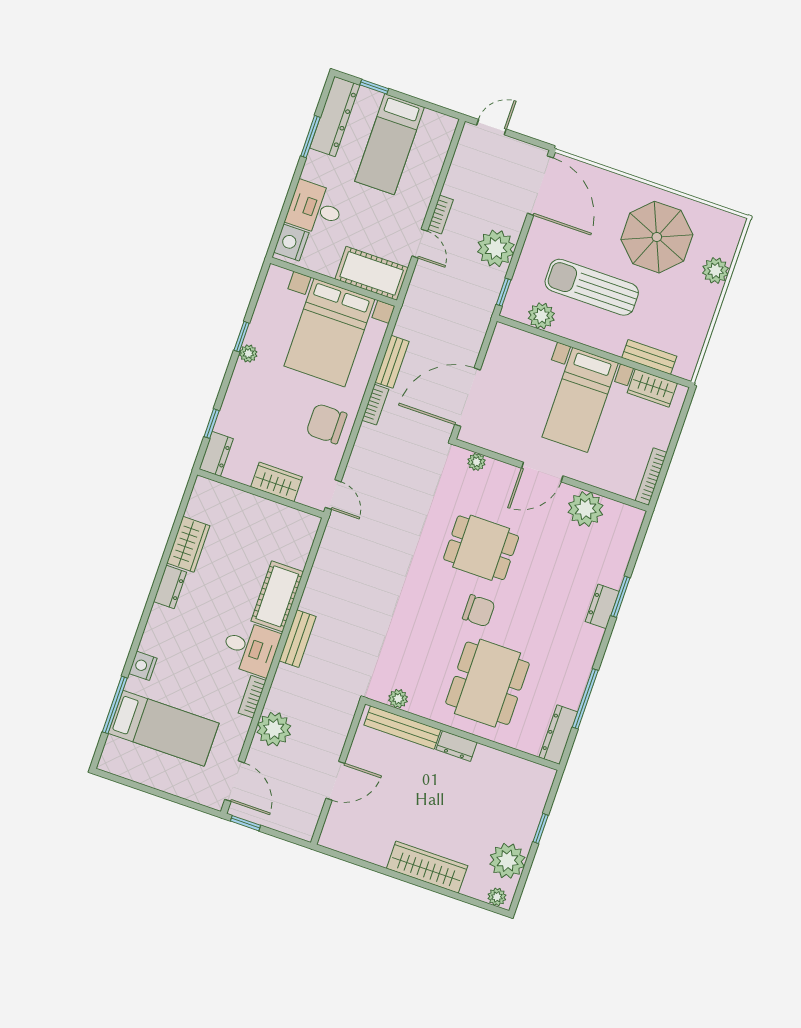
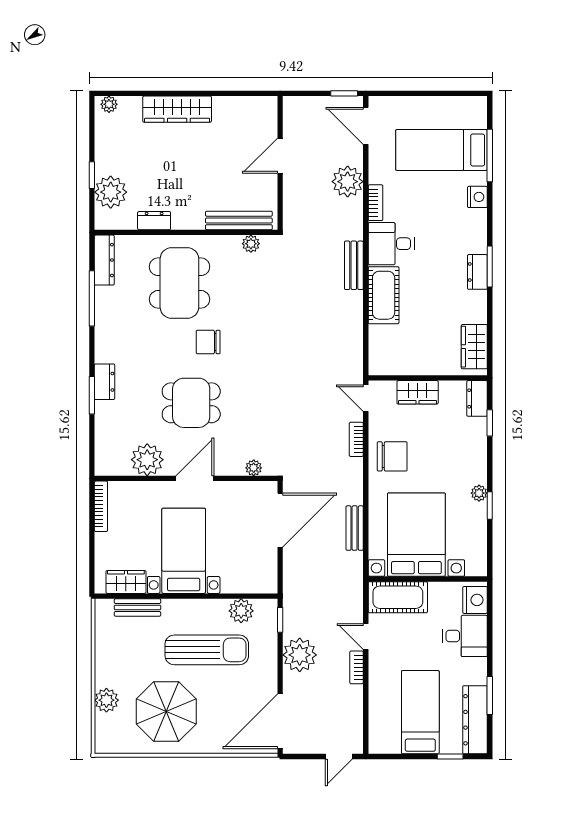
door: (540, 186) -> (280, 721), hinge flipped
bookcase: (375, 405) -> (356, 439), moved
wardrobe: (188, 544) -> (474, 347), moved
dining table: (481, 548) -> (191, 403), moved
window: (155, 588) -> (490, 267), added
dresser: (457, 746) -> (154, 221), moved
plant: (507, 861) -> (111, 192), moved

